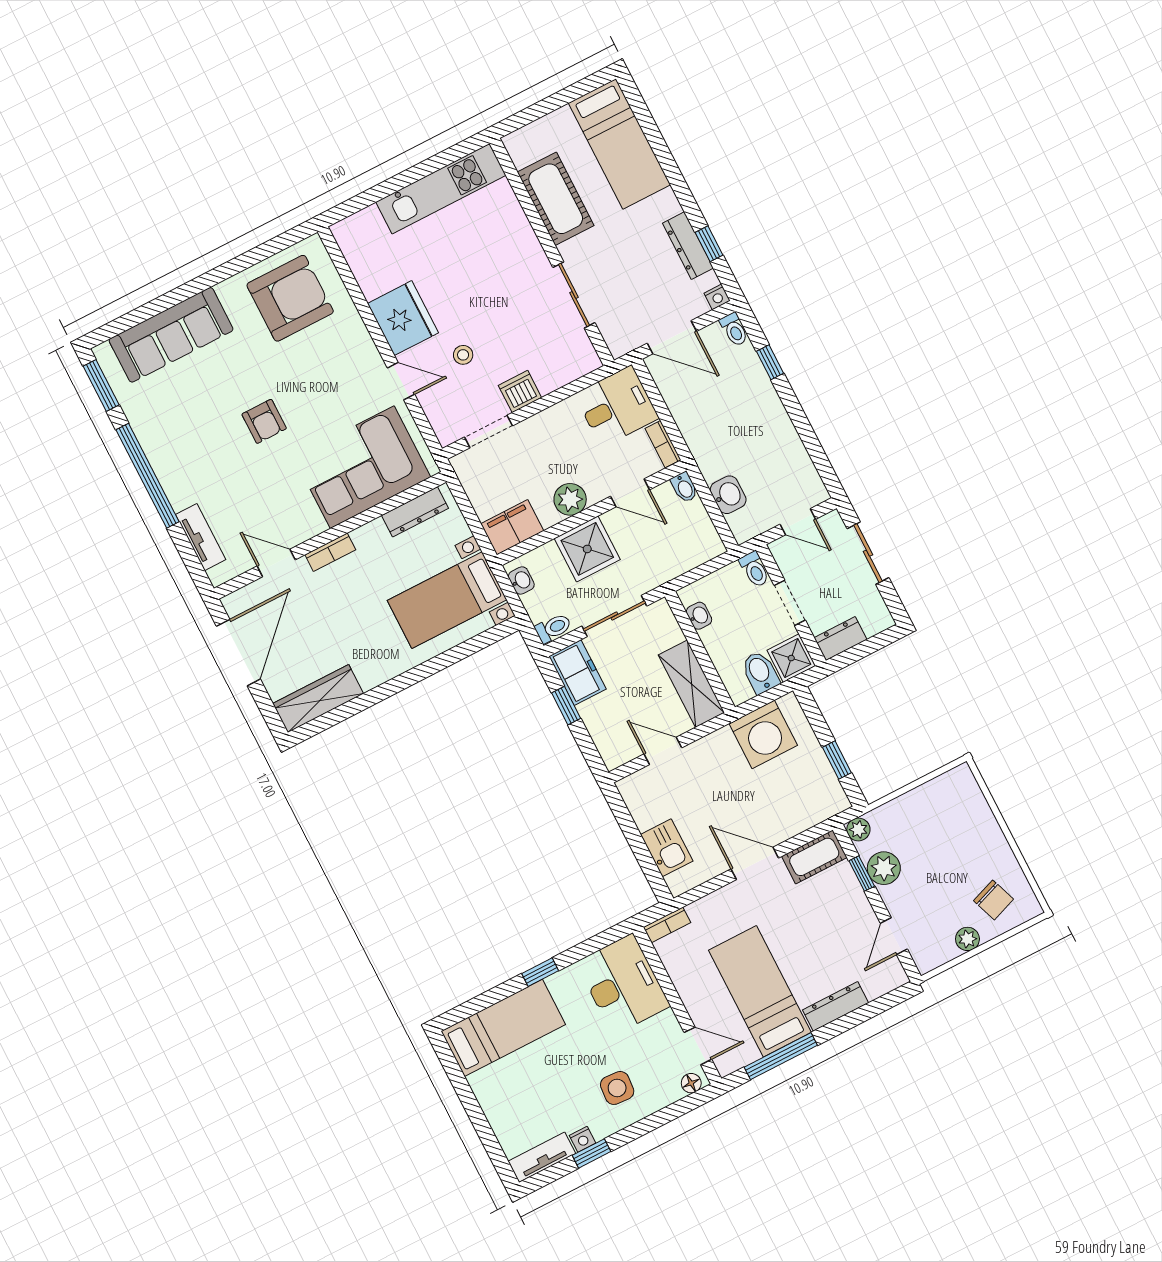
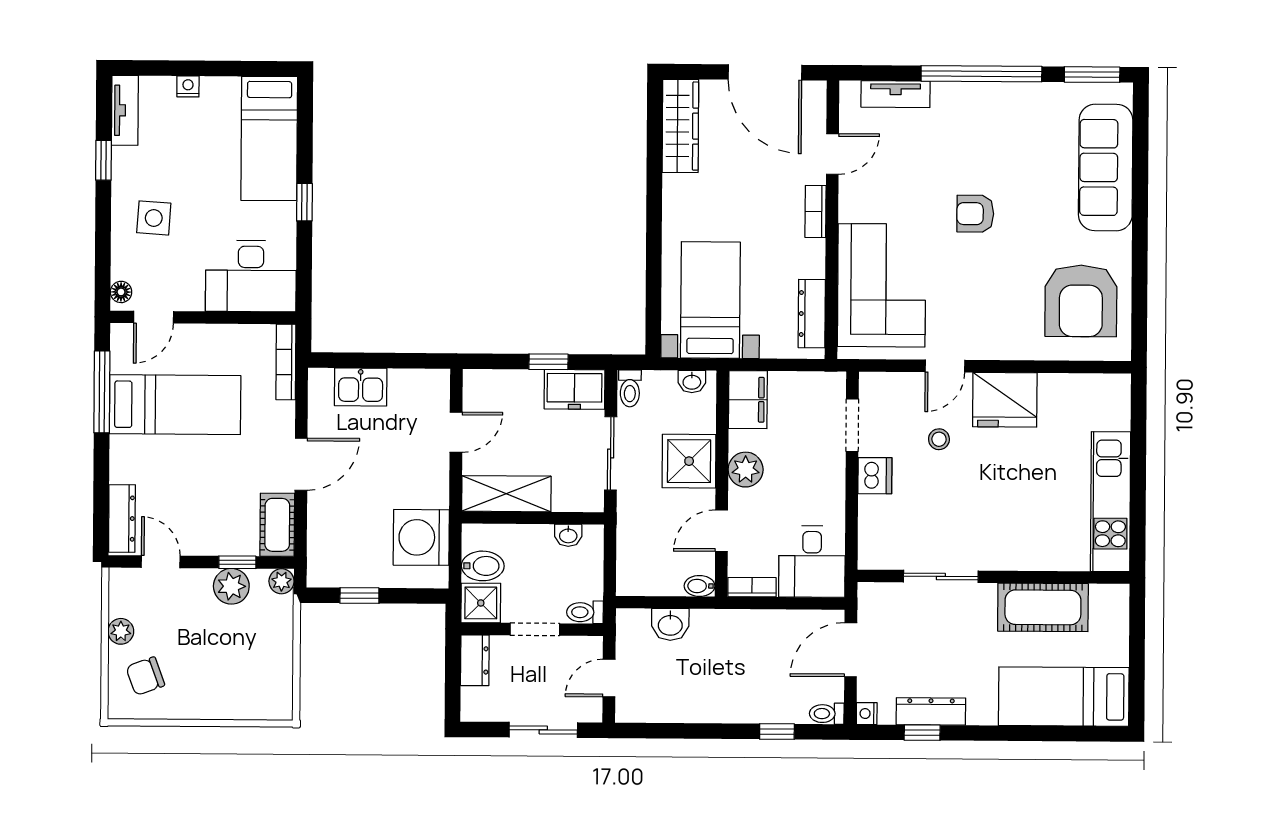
bookcase: (667, 925) -> (286, 362), width x1.56
dresser: (836, 1006) -> (122, 518), moved
nightstand: (582, 1139) -> (188, 86), moved, turned 90

